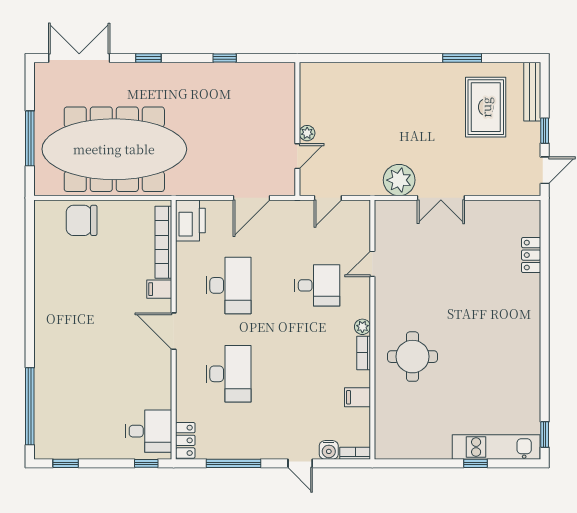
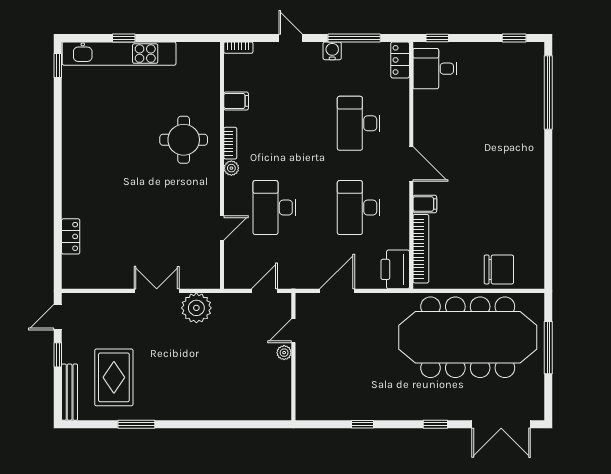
desk: (317, 285) -> (274, 208), width x1.37
kitchen unit: (496, 447) -> (119, 54), width x1.36
water cooler: (329, 450) -> (332, 51), moved

